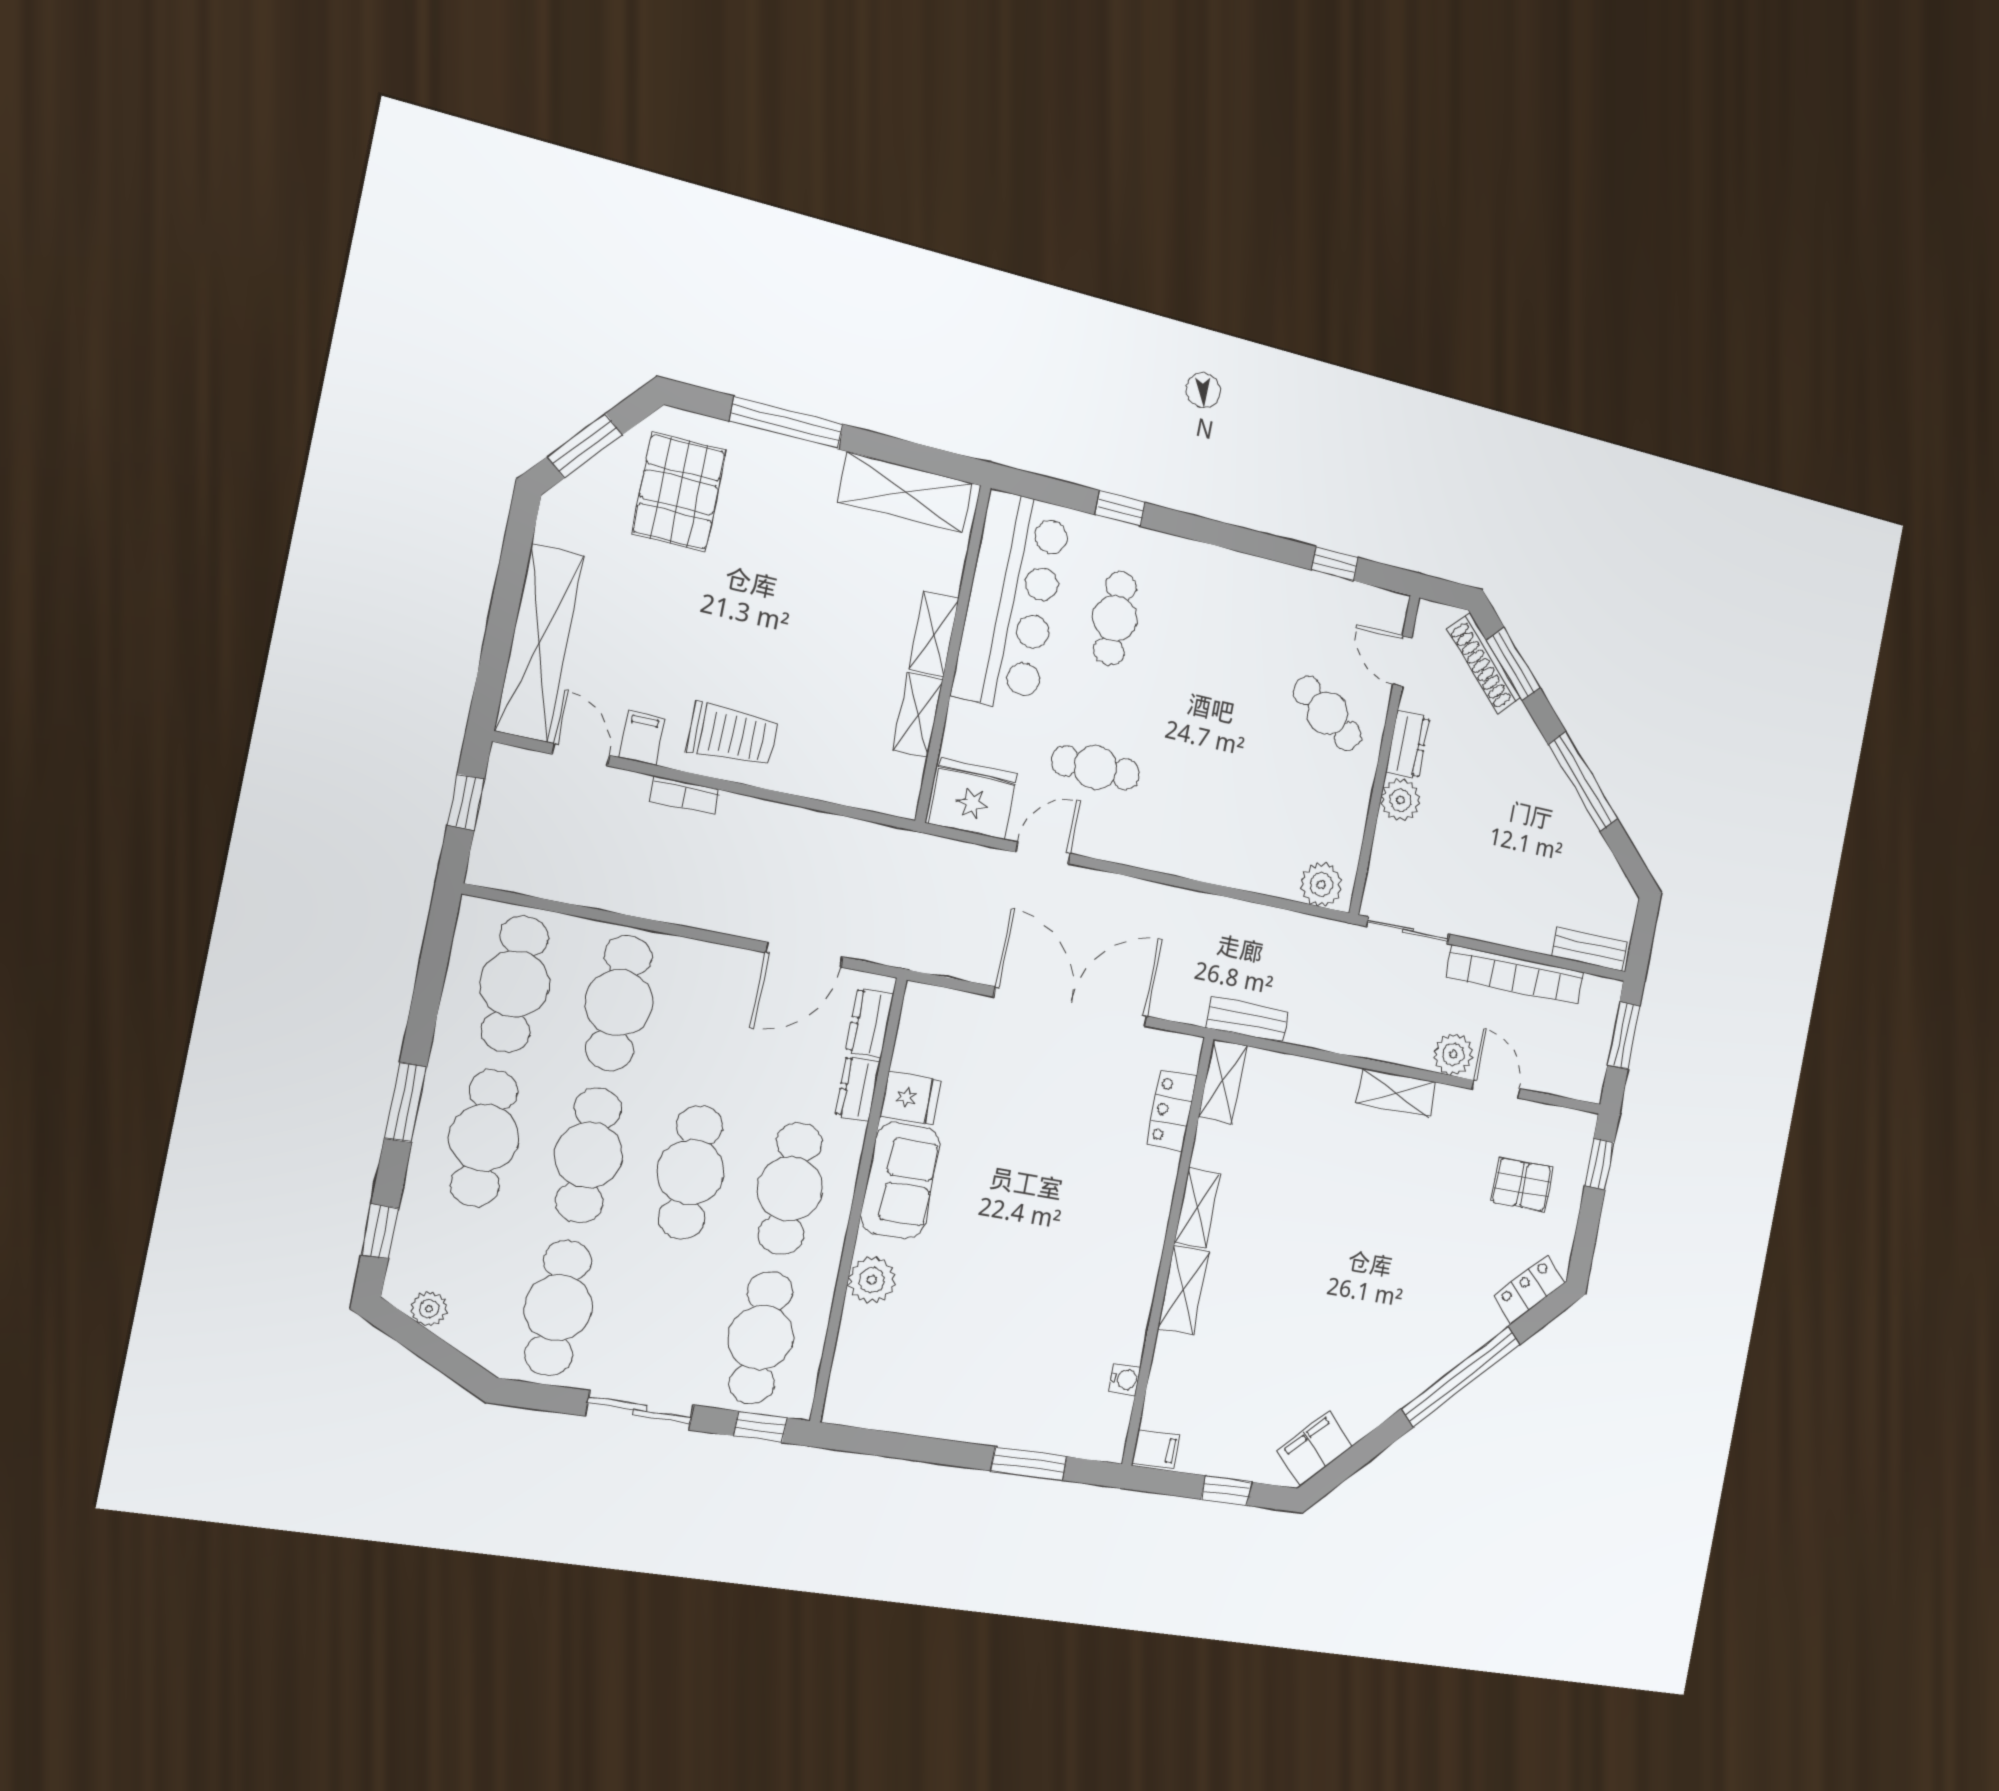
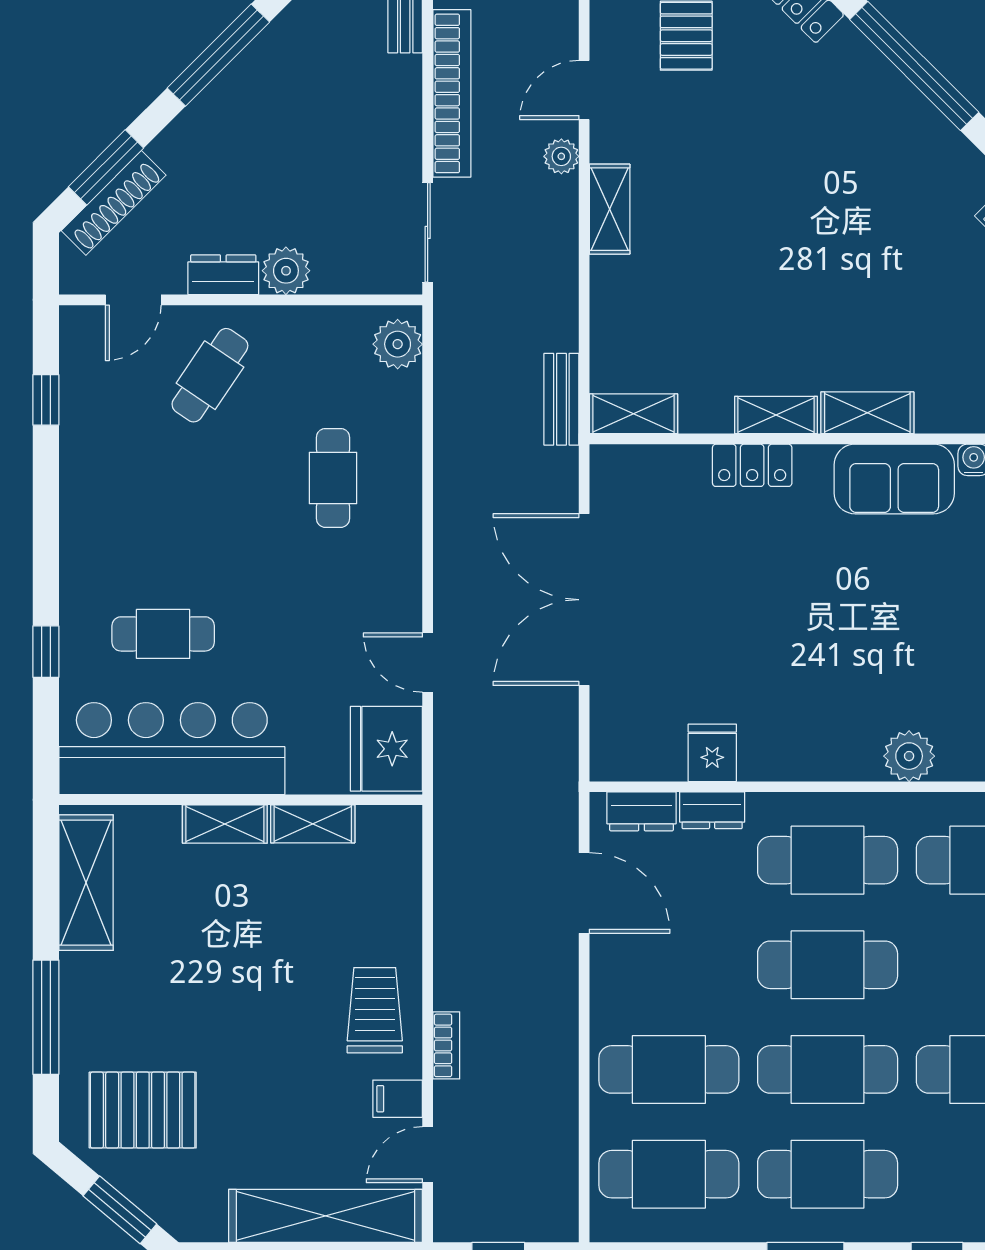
cafe table: (1095, 768) -> (333, 478), moved
plant: (1453, 1054) -> (561, 156), width x0.73, depth x0.73
locker: (1172, 1111) -> (752, 465), moved
sofa: (900, 1180) -> (894, 479), moved, turned 180

